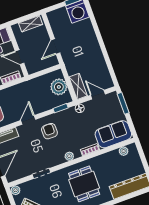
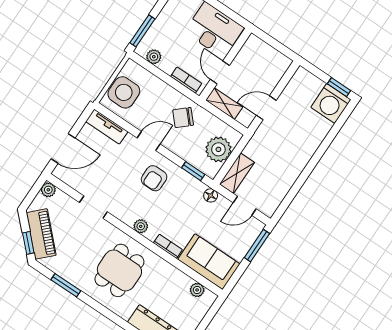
shelving: (31, 24) -> (224, 103), moved
chair: (29, 93) -> (183, 118), added
door: (98, 95) -> (245, 206), swing flipped
armchair: (49, 131) -> (154, 178), turned 180

